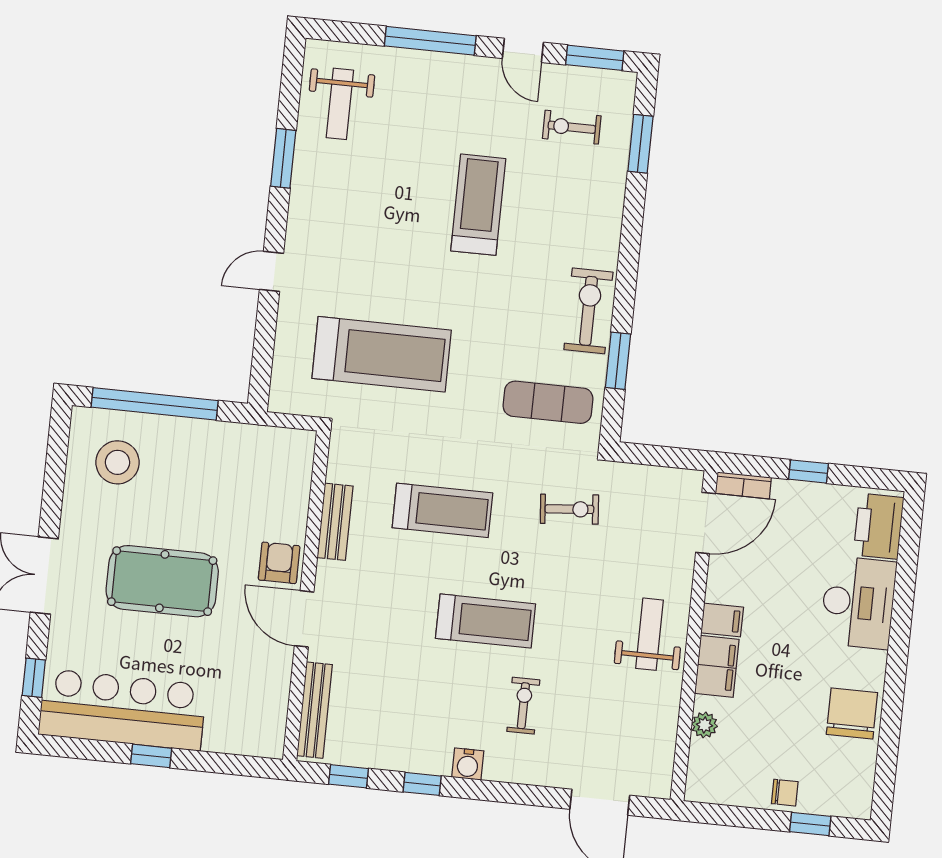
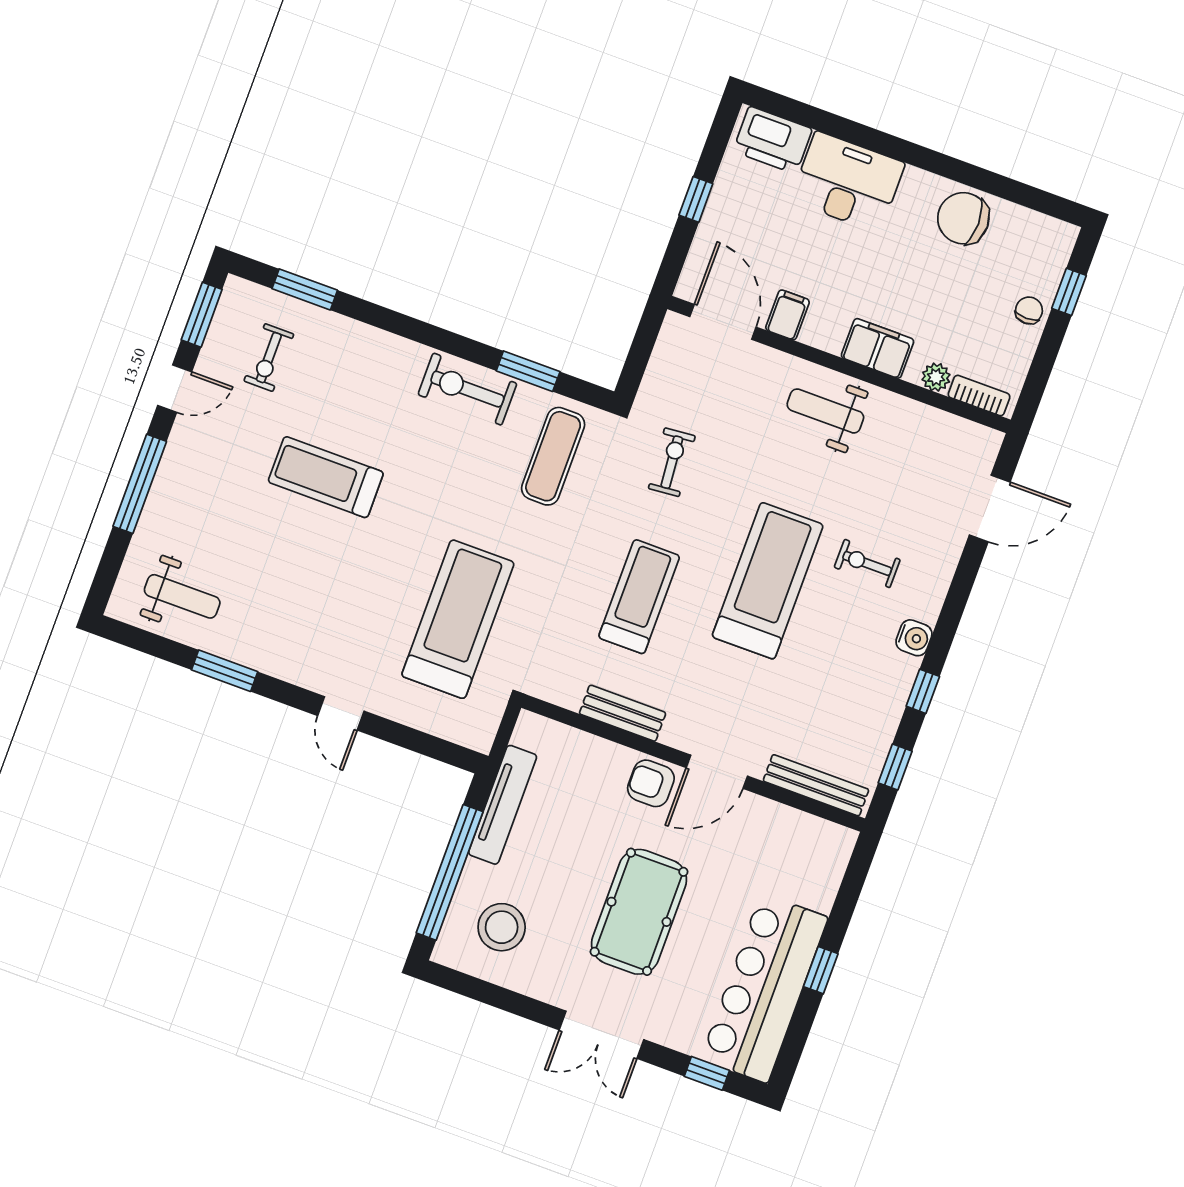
tv unit: (227, 436) -> (503, 805), added
bookcase: (743, 485) -> (979, 396), moved, turned -90
filing cabinet: (722, 620) -> (787, 315), moved
treadmill: (486, 621) -> (768, 581), width x1.37, depth x1.38

